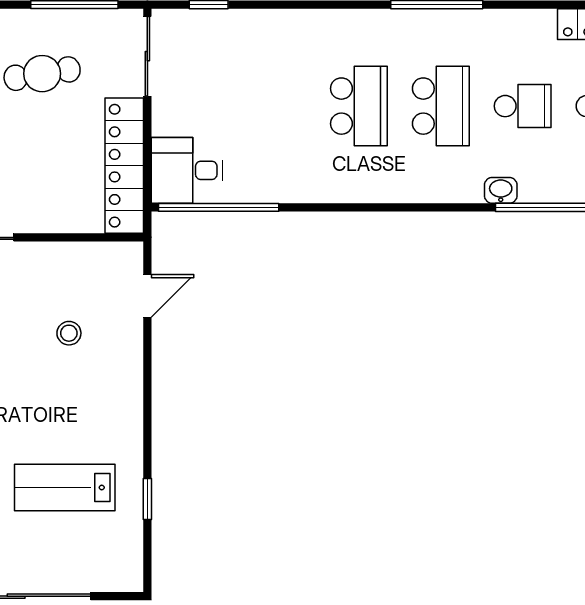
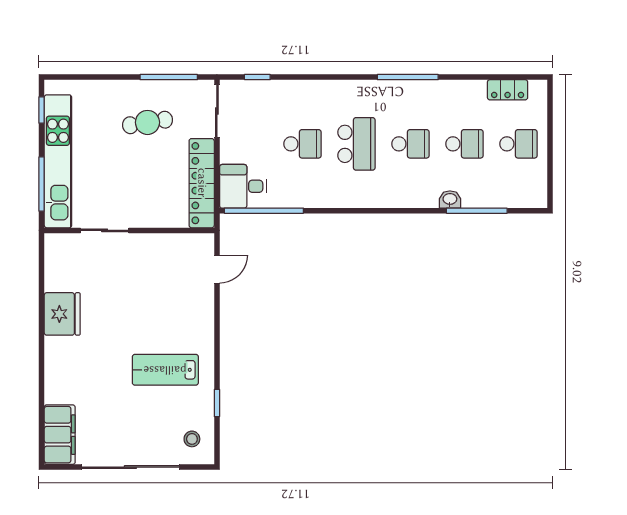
school desk: (277, 106) -> (302, 144), added
school desk: (441, 106) -> (410, 144), width x0.54
stool: (69, 333) -> (192, 439), moved
lab bench: (65, 487) -> (165, 370), moved

